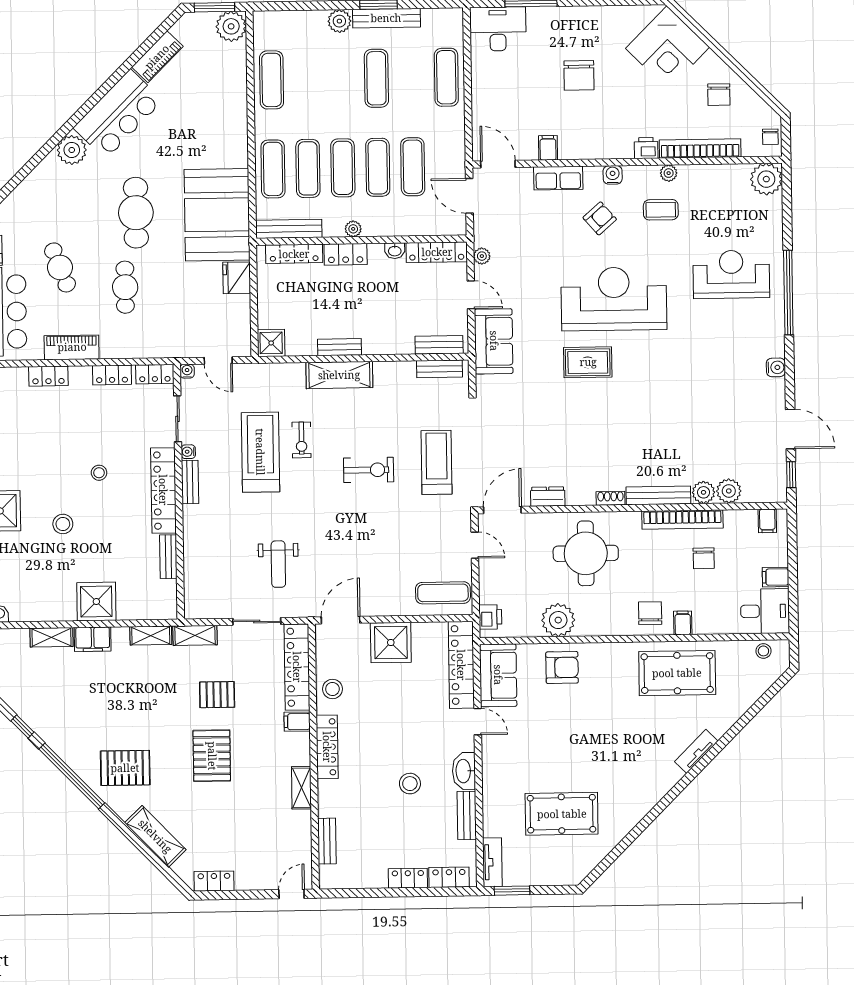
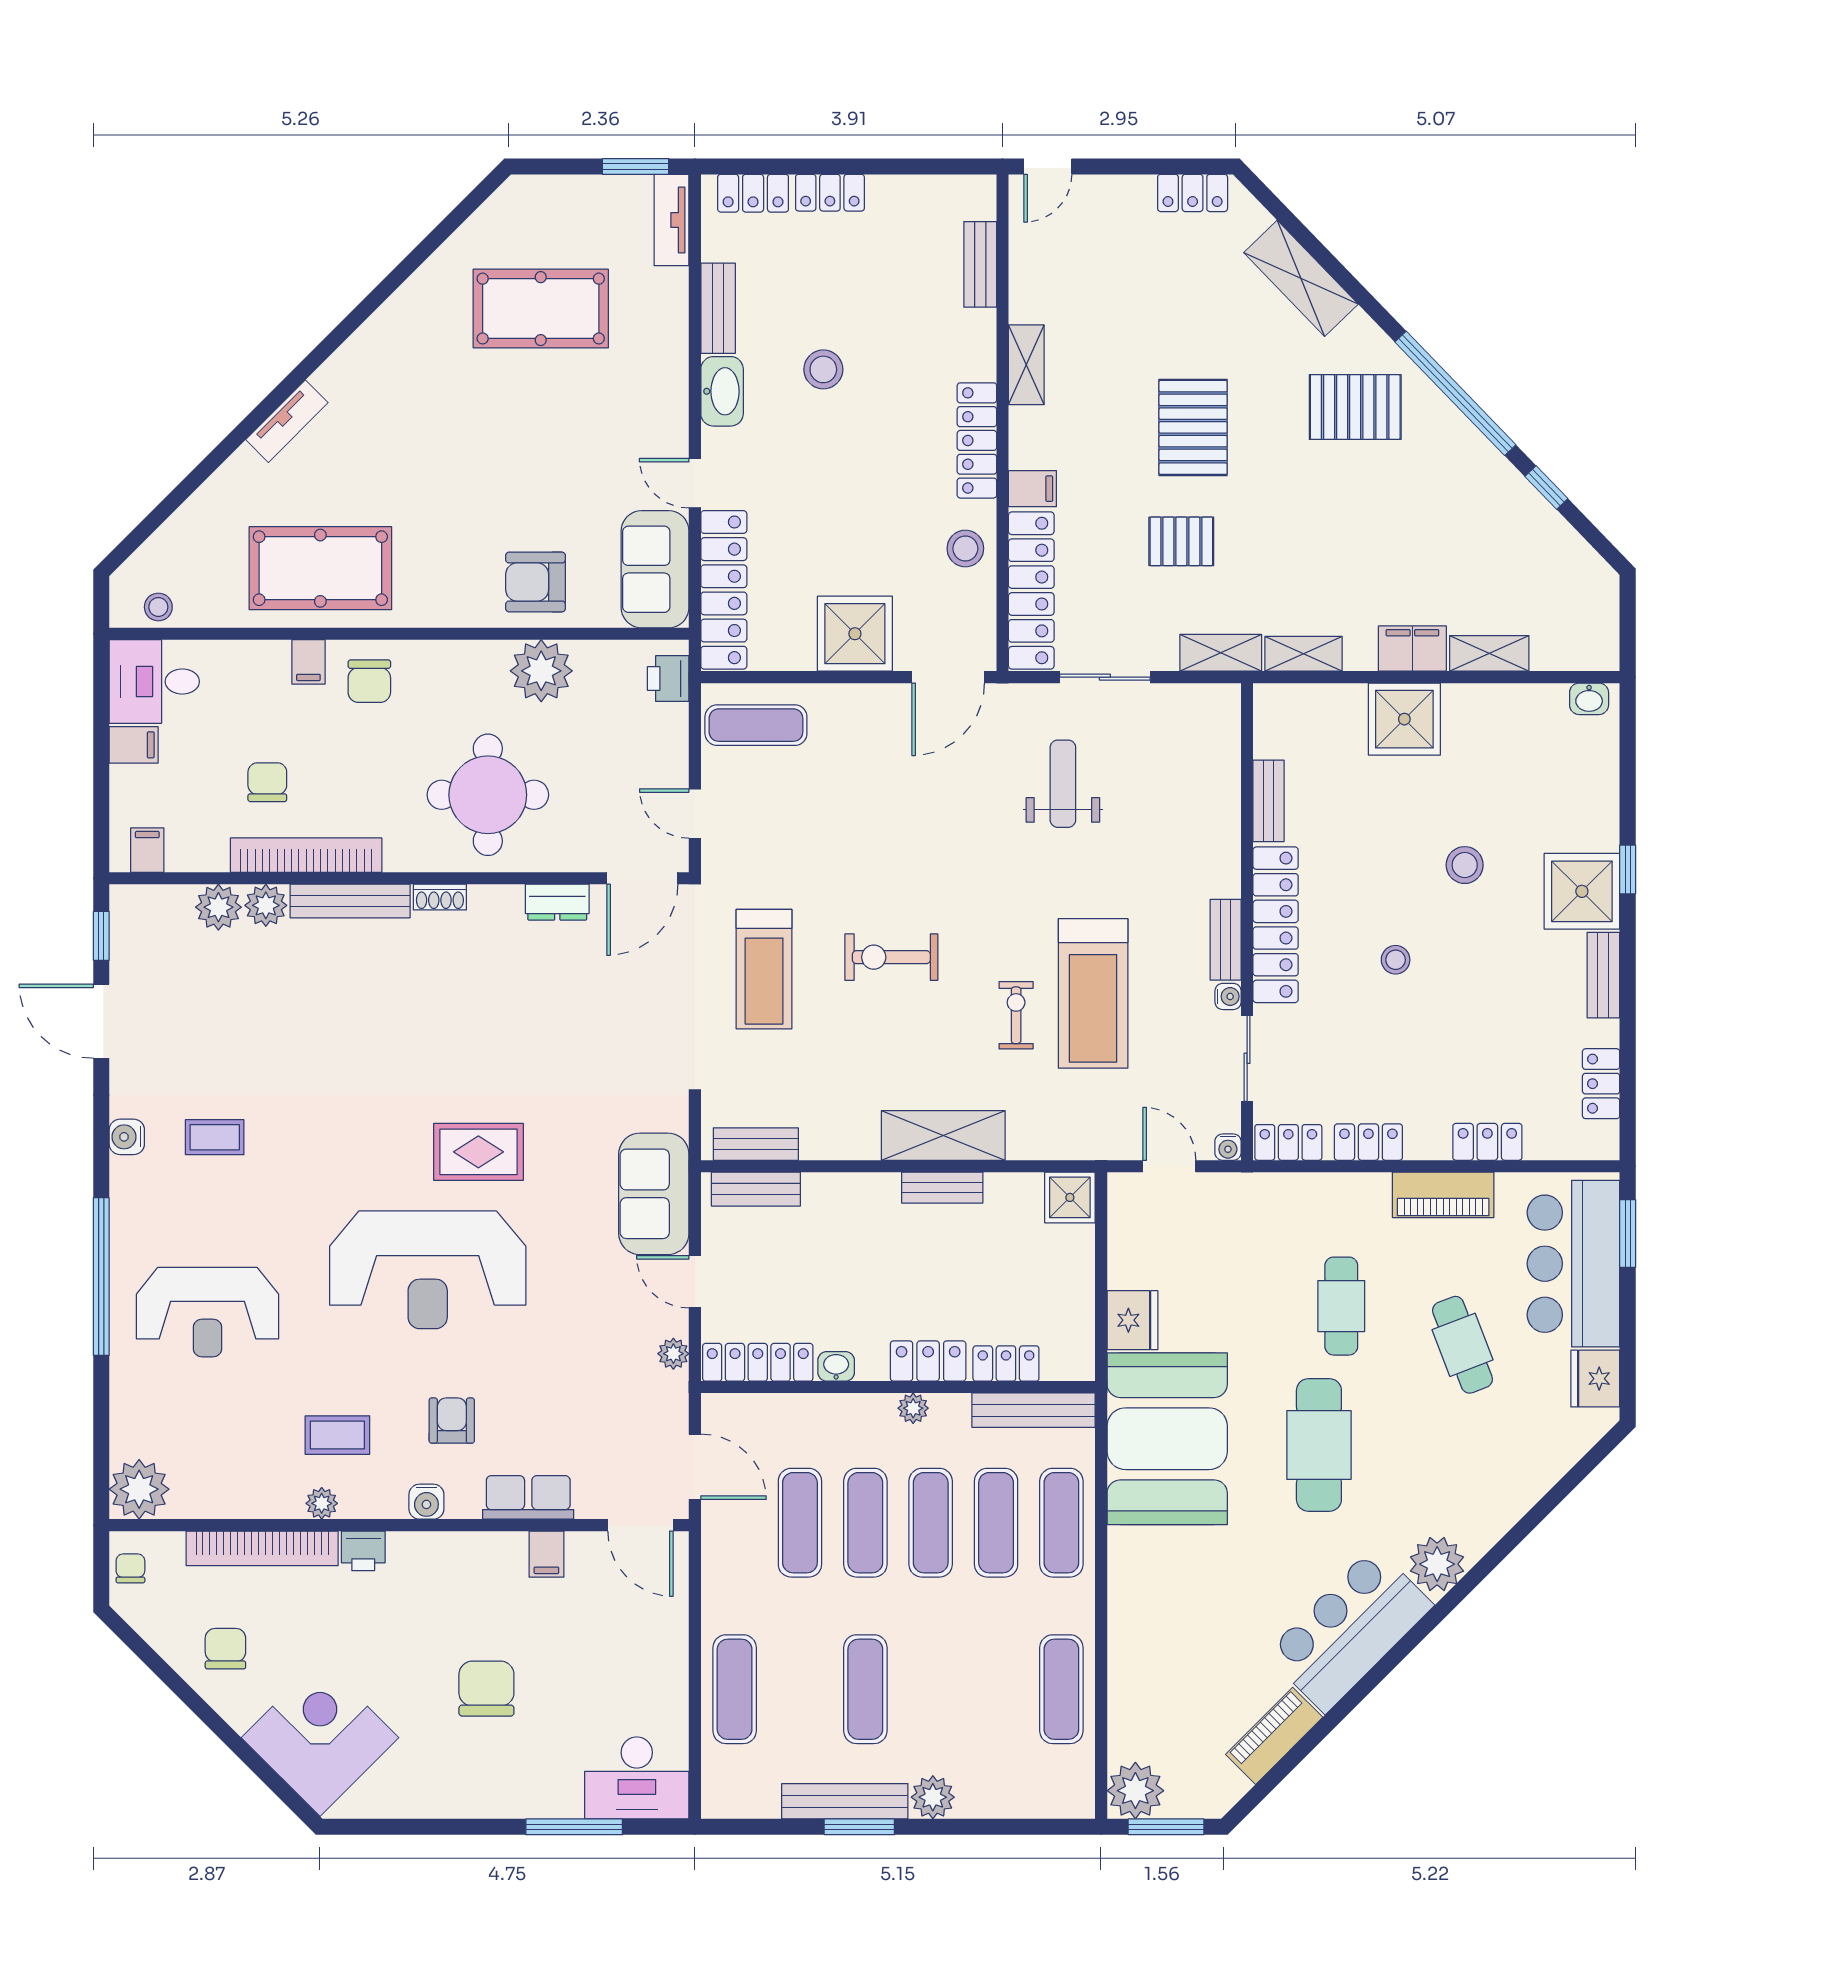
armchair: (600, 218) -> (452, 1421), turned 131
locker: (294, 254) -> (1006, 1364), width x0.66
coffee table: (729, 368) -> (215, 1137), added

